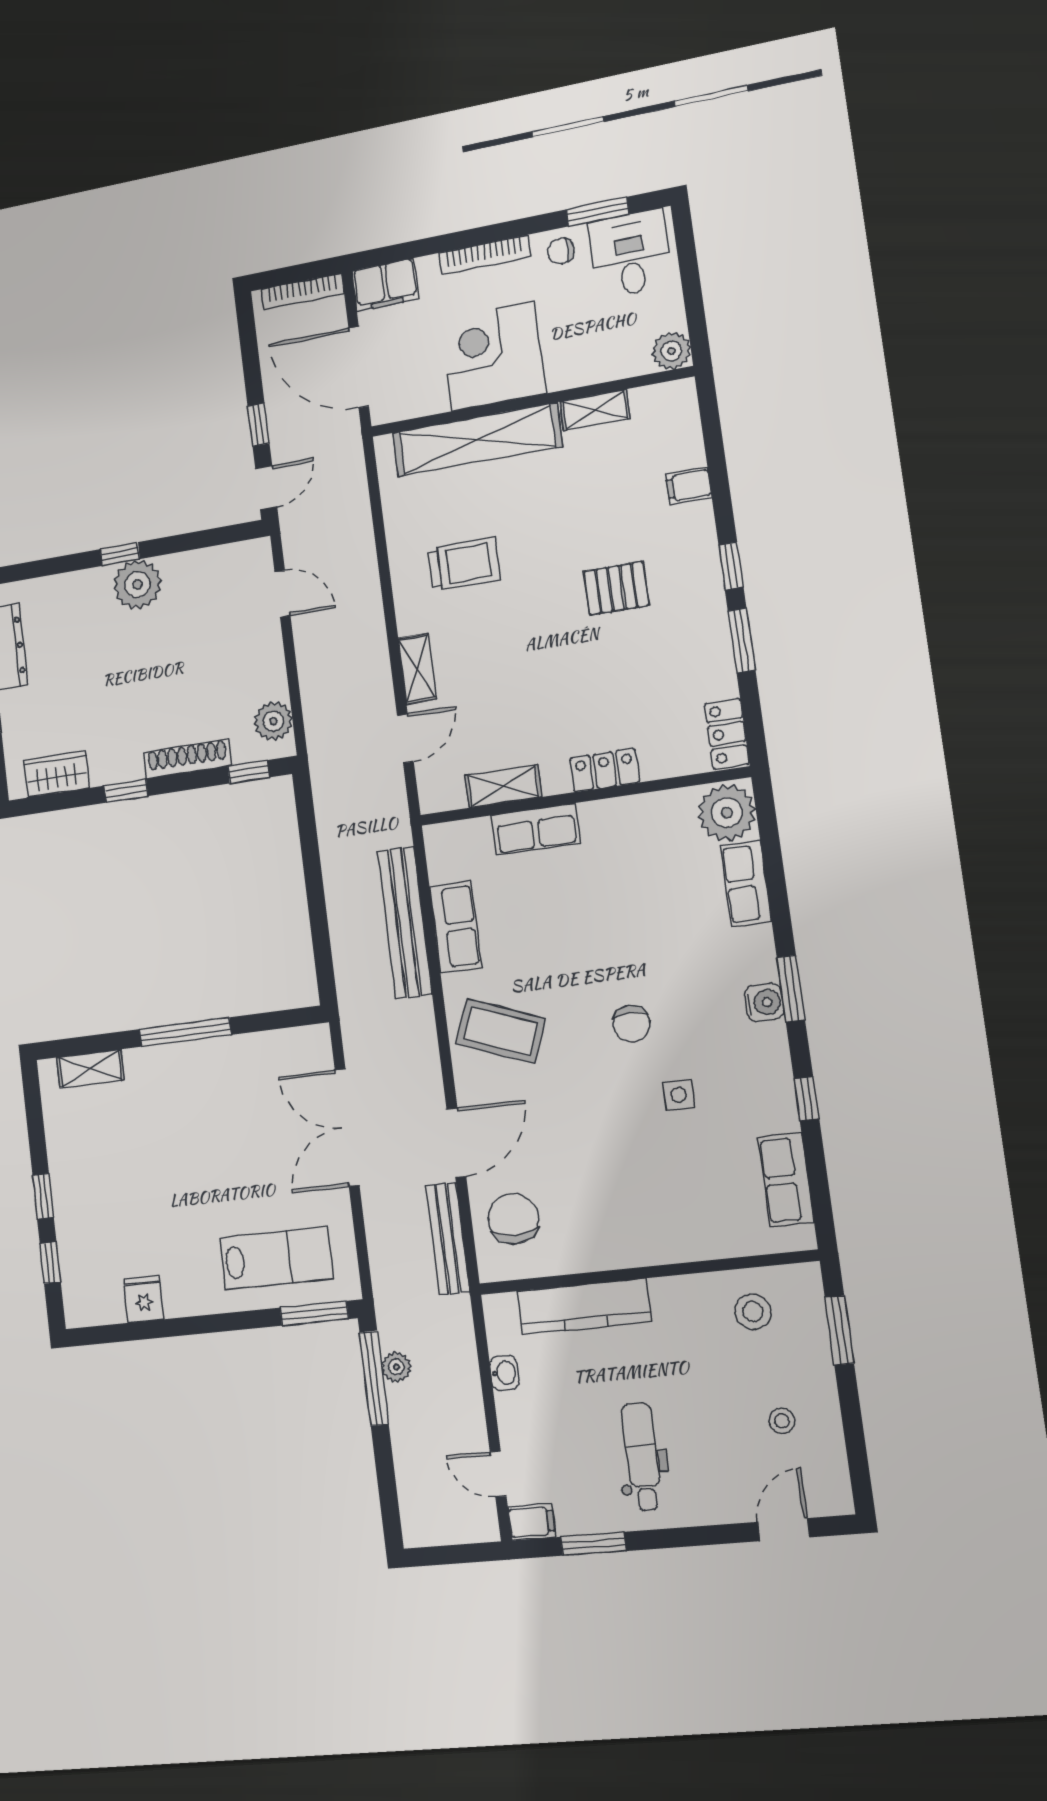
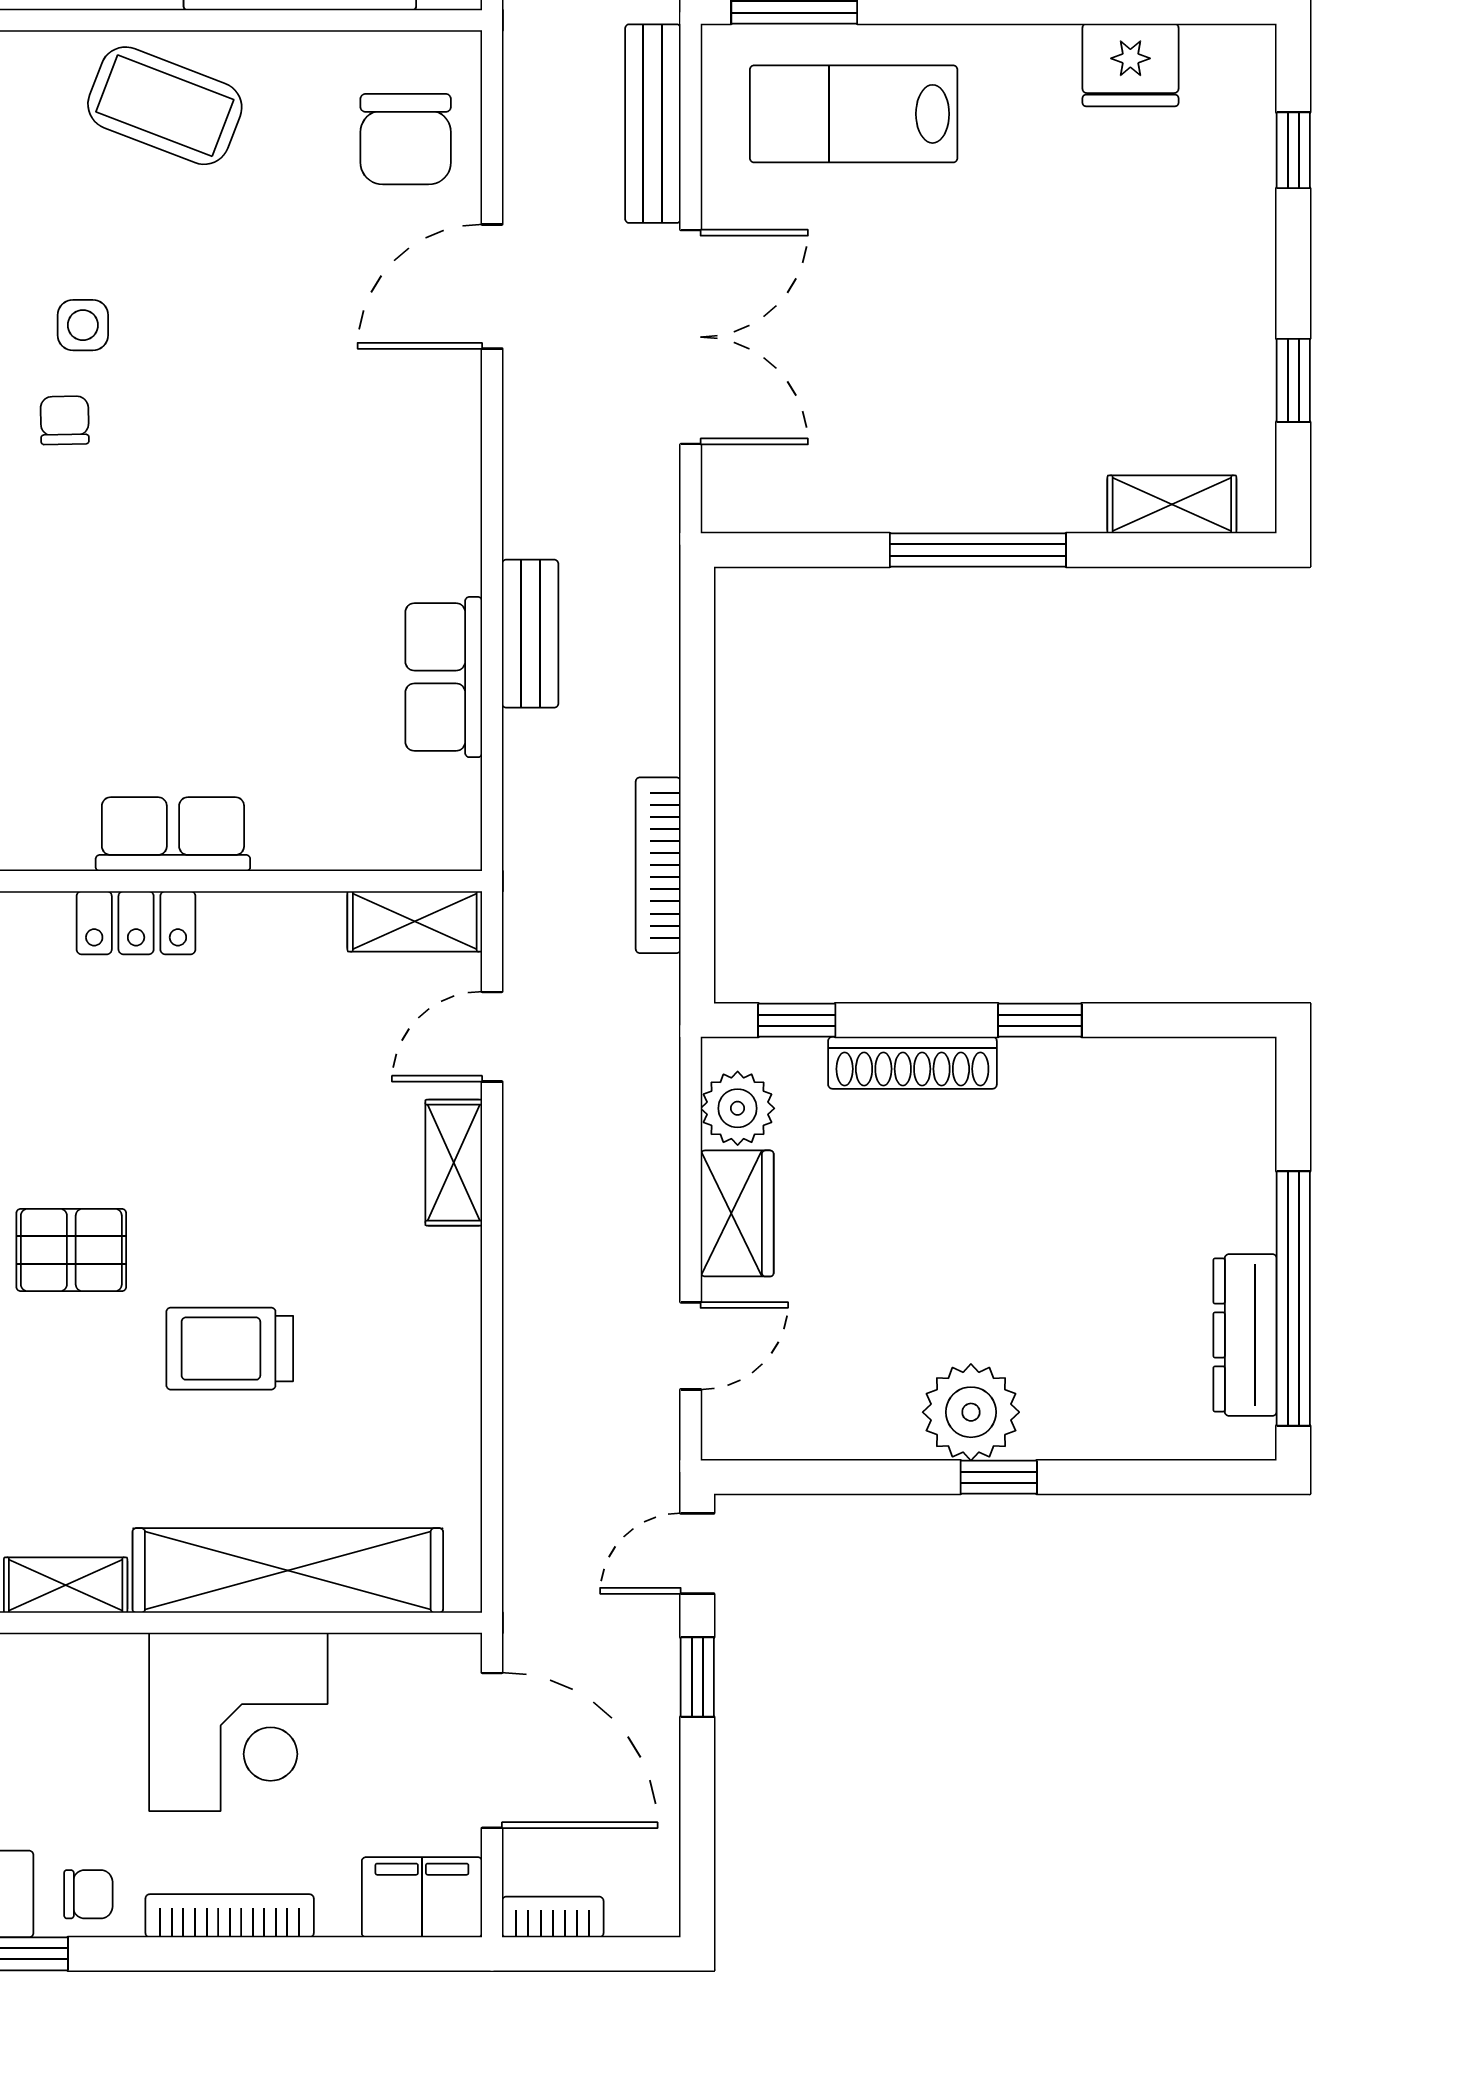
bookcase: (302, 291) -> (553, 1917), width x0.64
trolley: (464, 564) -> (230, 1349), moved
door: (282, 594) -> (691, 1346), swing flipped
wardrobe: (56, 774) -> (737, 1213), moved, turned -90
shelving: (503, 786) -> (415, 921), moved
row of seats: (536, 829) -> (173, 834), moved
bookcase: (330, 842) -> (658, 865), added
bench: (405, 923) -> (530, 634), width x0.54, depth x0.82
chair: (631, 1024) -> (65, 420), moved, width x0.73, depth x0.73
coffee table: (501, 1031) -> (165, 106), moved
window: (43, 1196) -> (1293, 380), moved
bench: (448, 1239) -> (653, 124), moved
fridge: (144, 1299) -> (1130, 65), width x1.38

